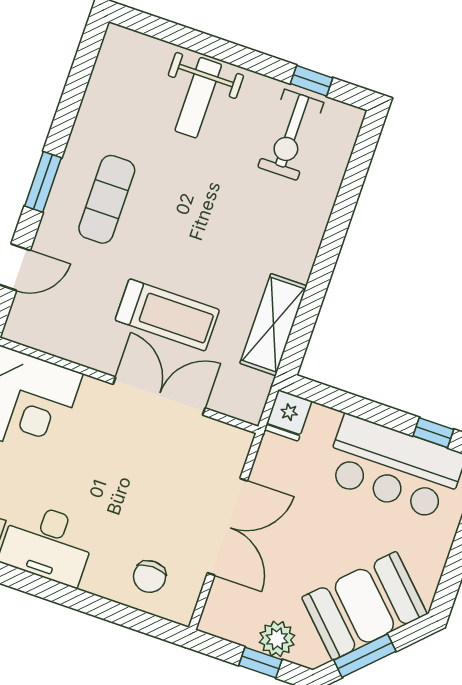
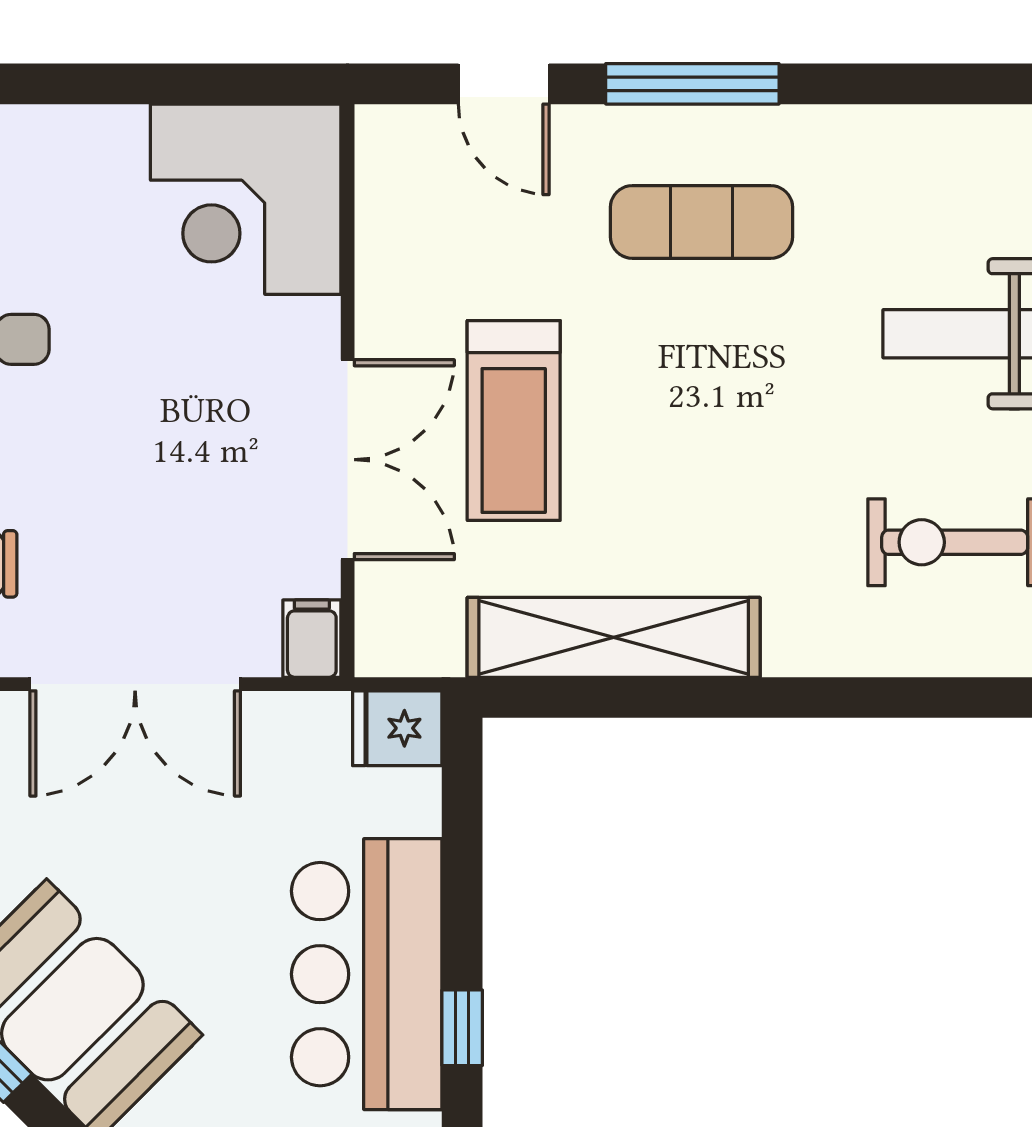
window: (43, 182) -> (692, 84), width x1.44
shelving: (273, 325) -> (614, 637), width x1.47
filing cabinet: (234, 440) -> (312, 639), added

